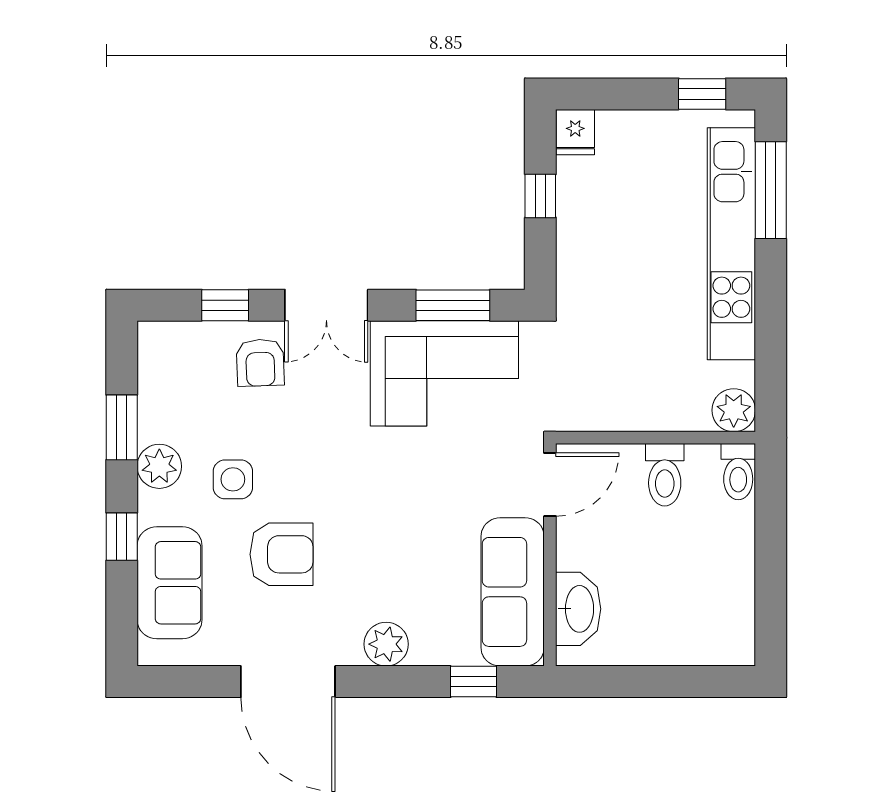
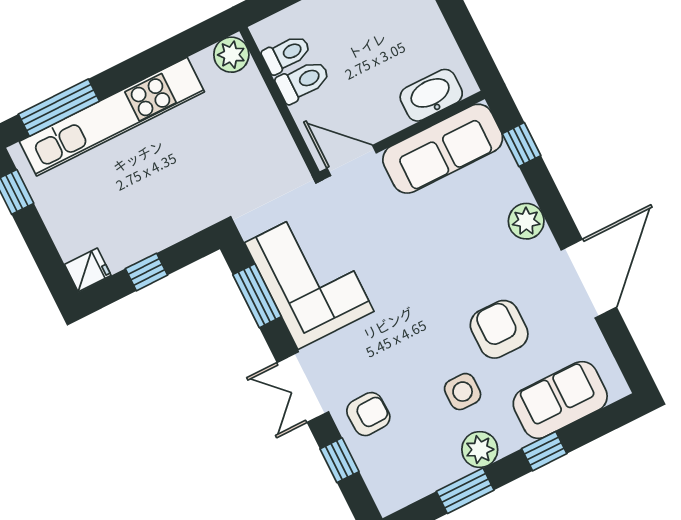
double door: (326, 305) -> (303, 387), swing flipped
toilet: (738, 472) -> (286, 54), moved

